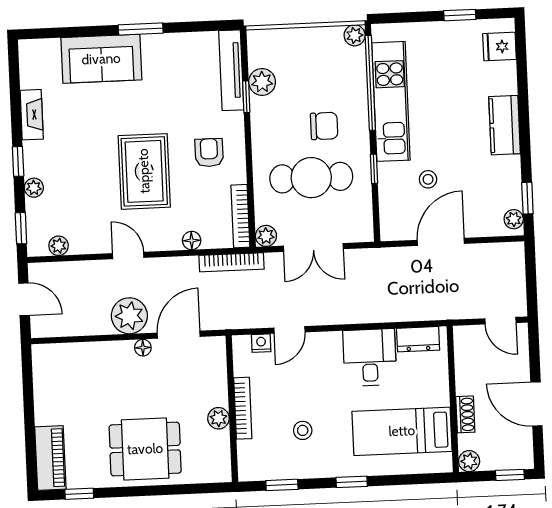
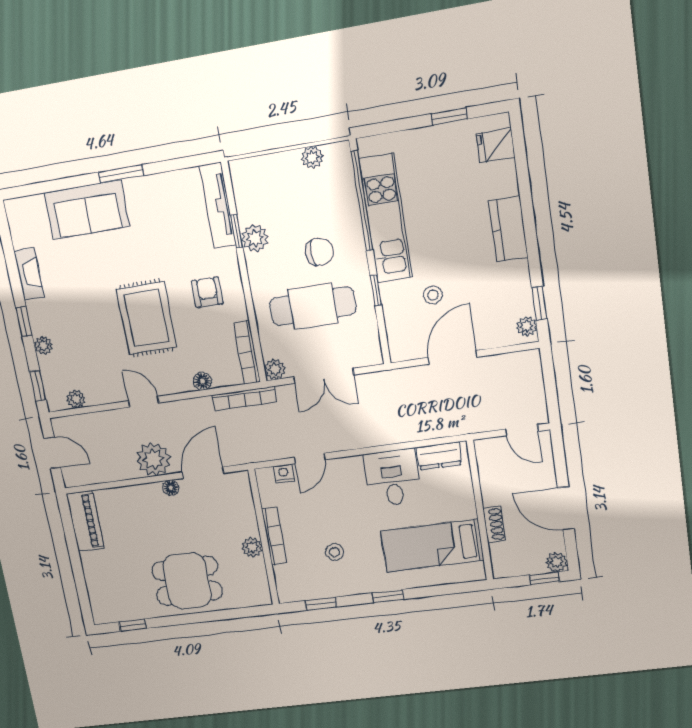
plant: (355, 35) -> (312, 157), moved
plant: (262, 82) -> (255, 238), moved
piano: (50, 458) -> (85, 521), moved
plant: (469, 461) -> (557, 562), moved

